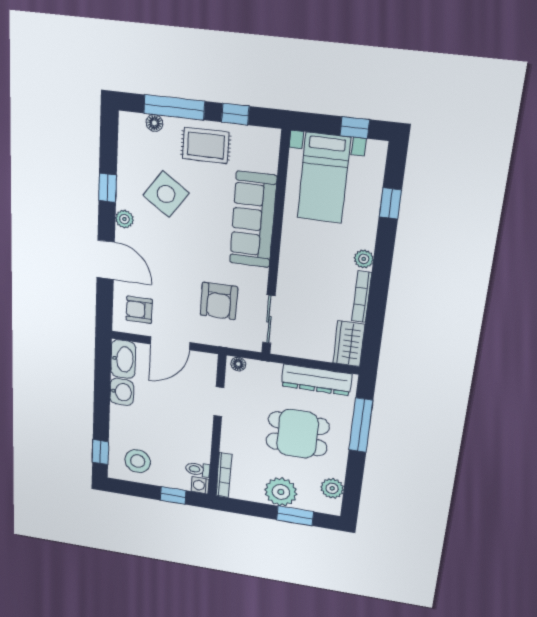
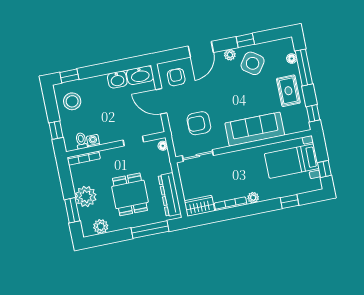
window: (235, 114) -> (313, 113), moved
side table: (166, 194) -> (253, 63), moved
washing machine: (200, 485) -> (93, 141), moved

